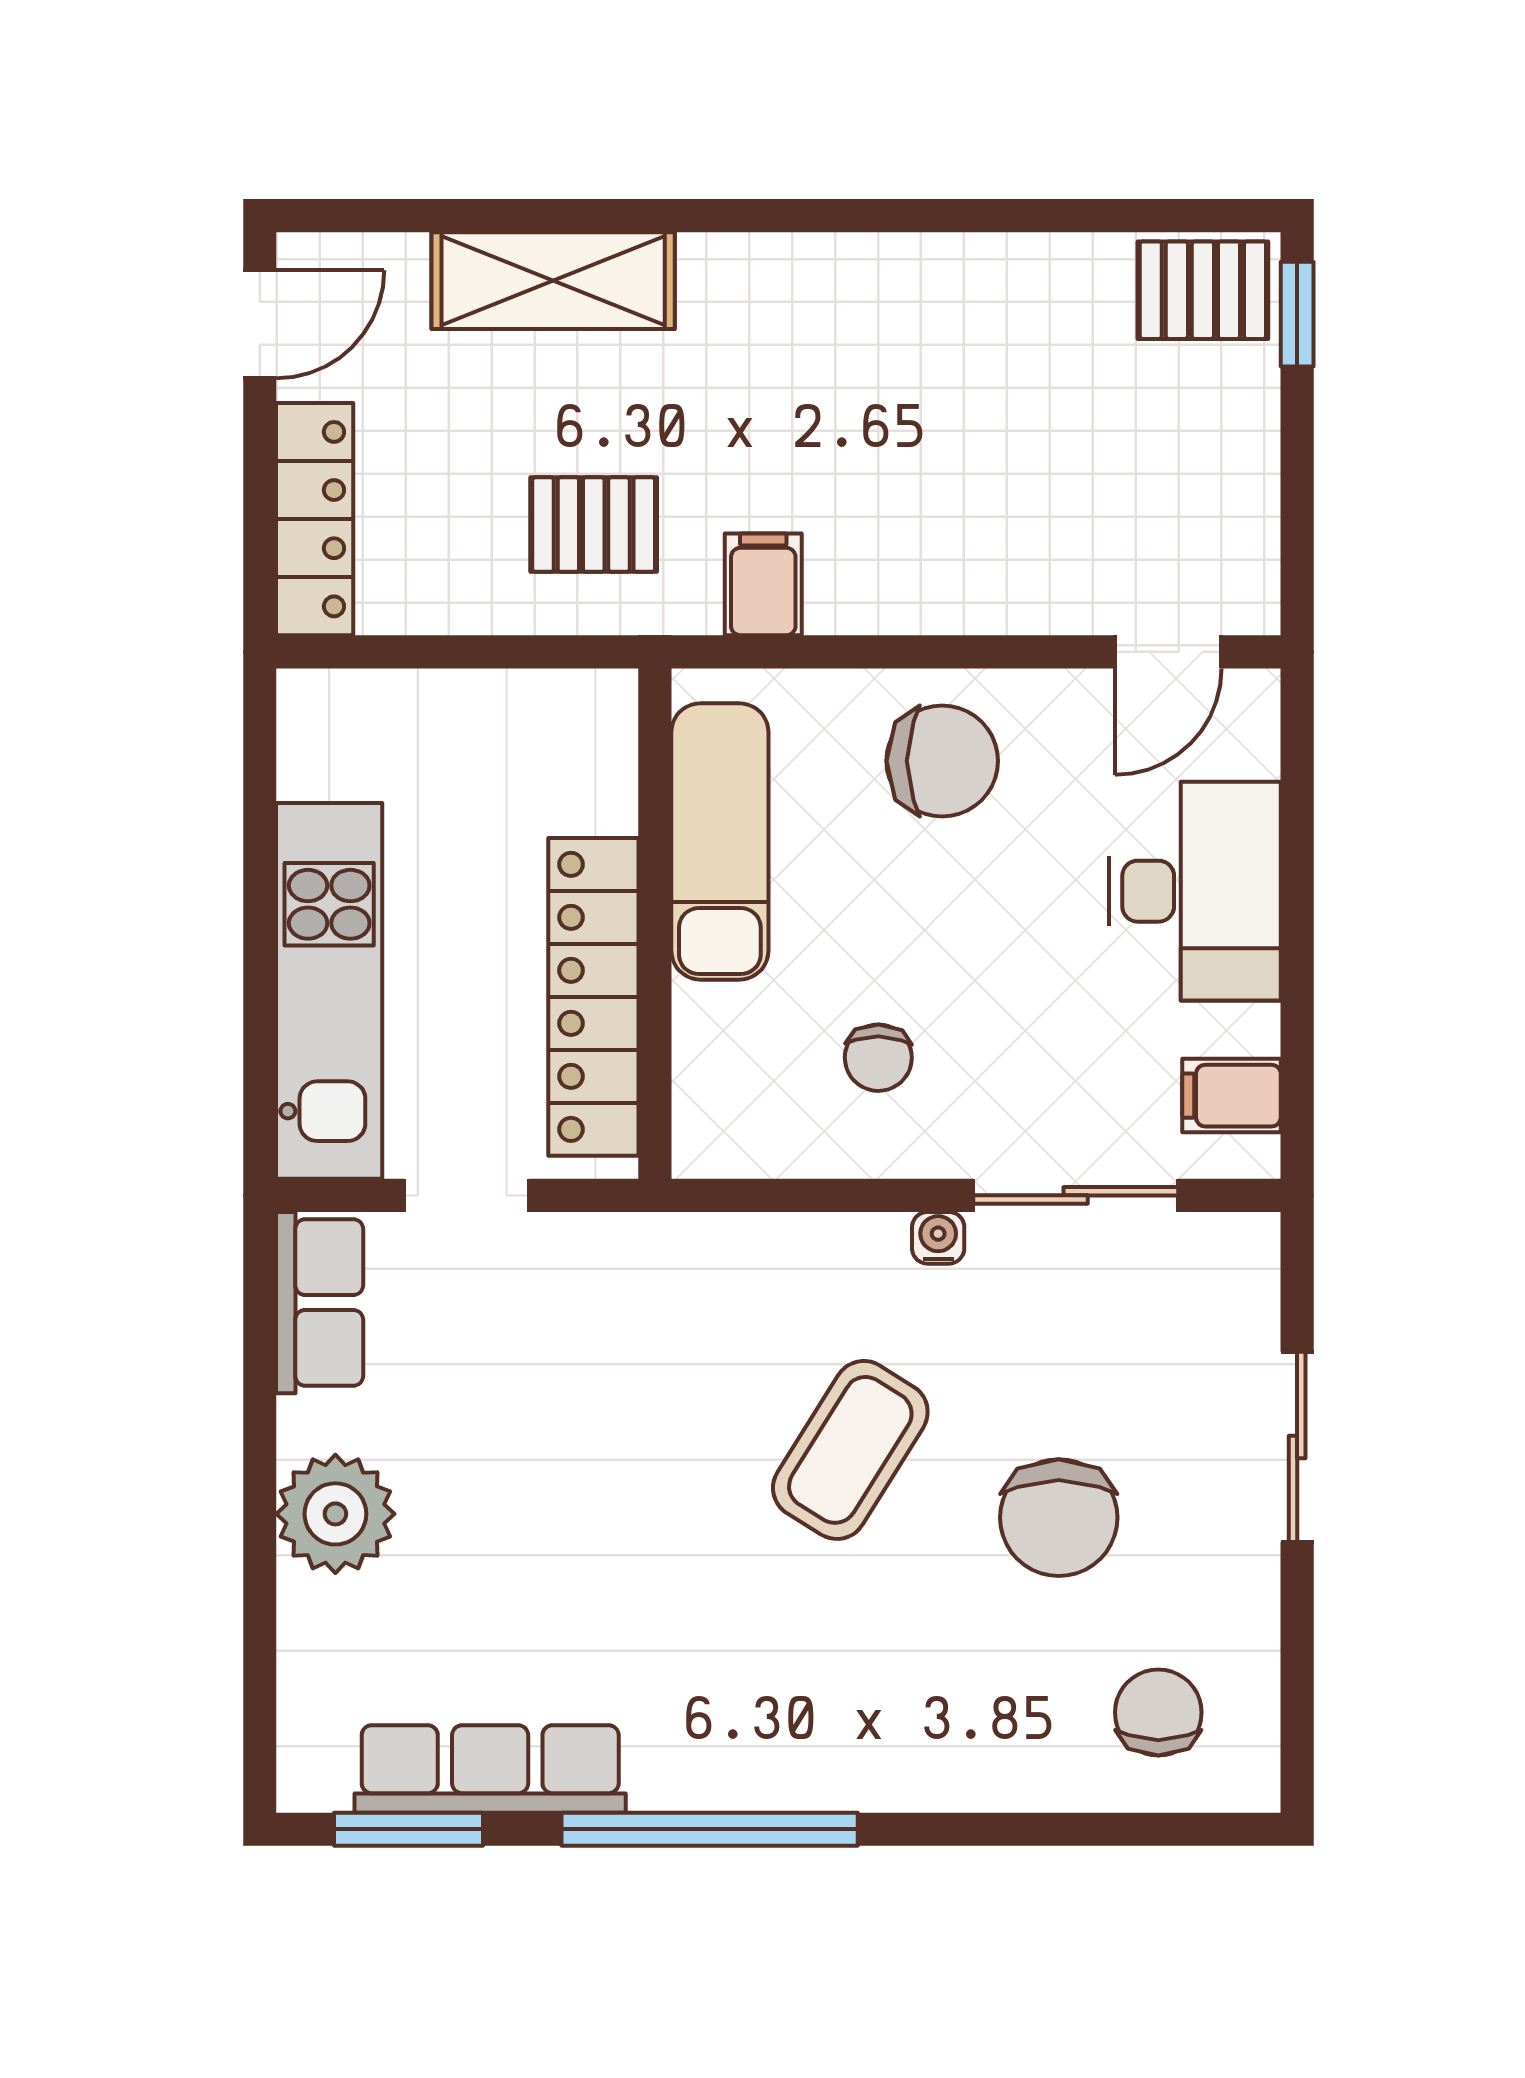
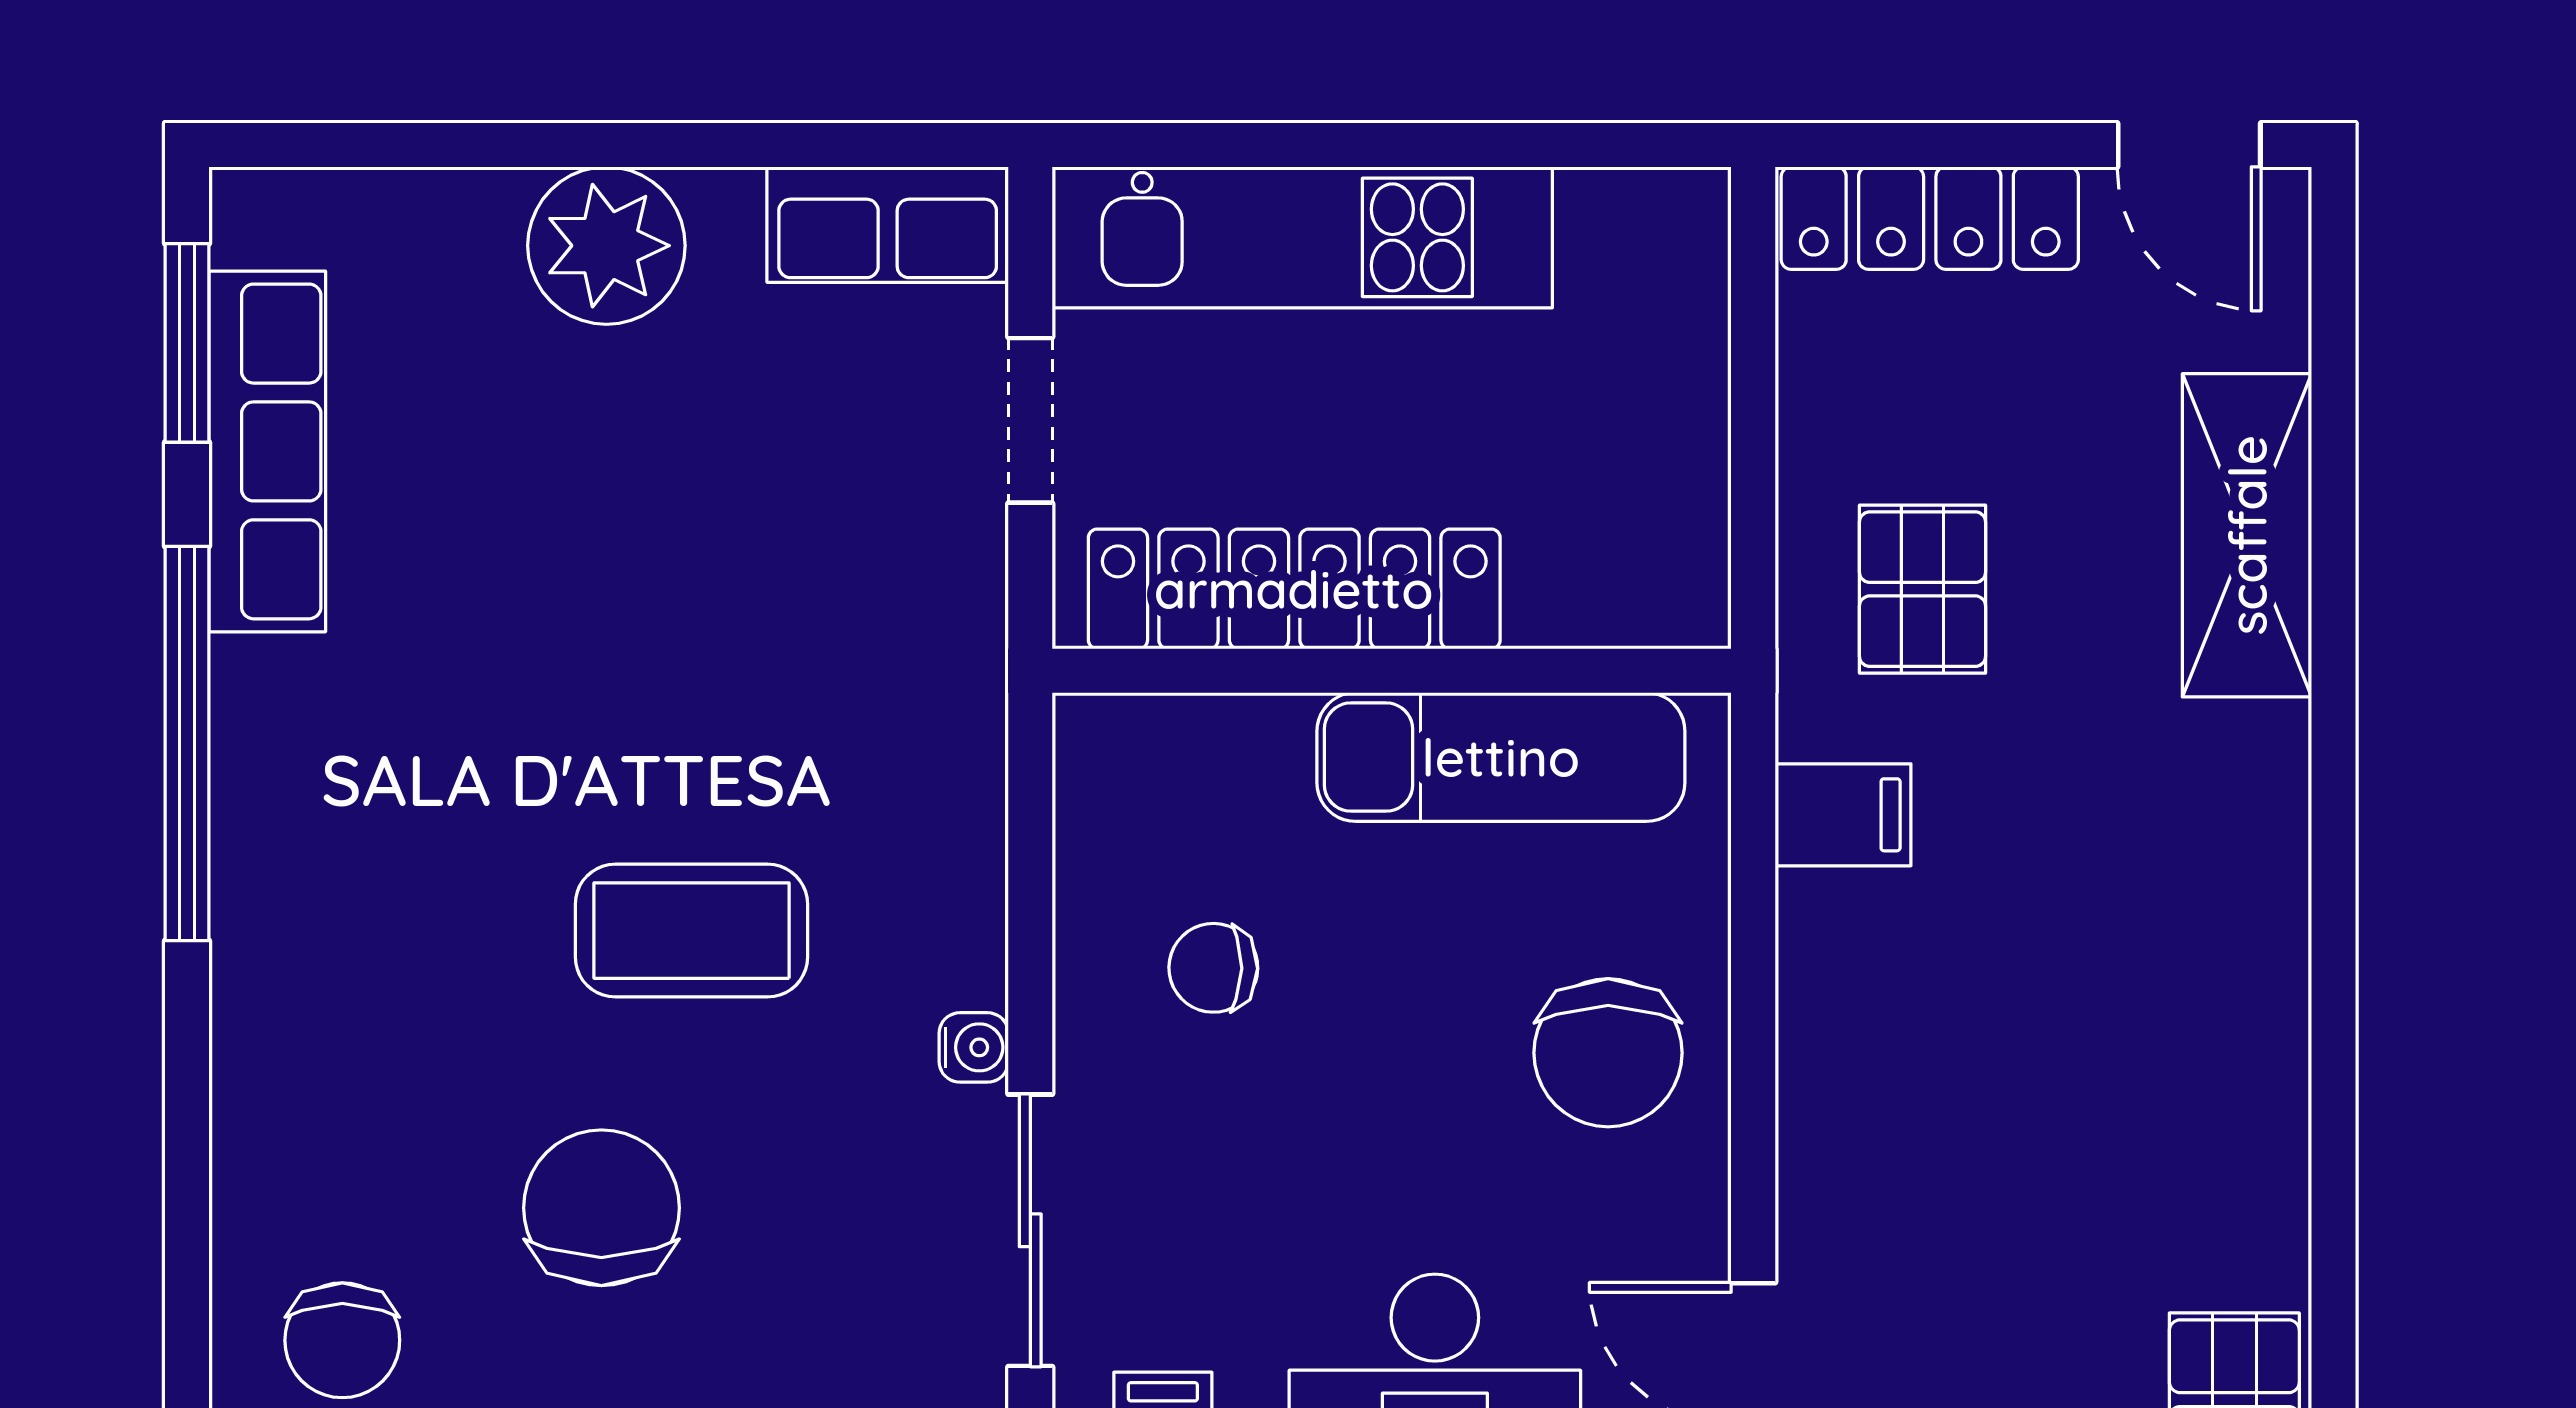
coffee table: (850, 1450) -> (691, 931), turned -32
chair: (1059, 1518) -> (601, 1208), turned 90
chair: (1158, 1712) -> (342, 1340), turned 90

